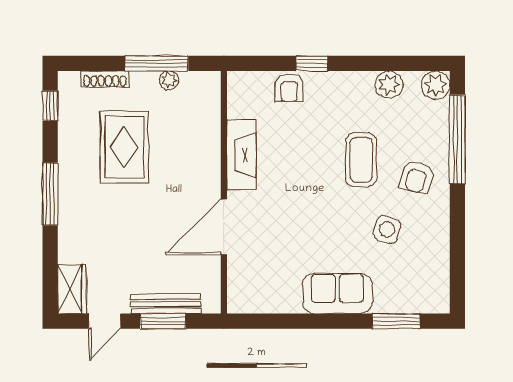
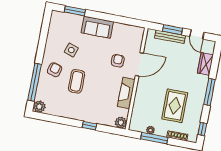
plant: (389, 85) -> (121, 123), moved
armchair: (289, 88) -> (118, 61), moved
wardrobe: (72, 289) -> (205, 64), moved
door: (105, 321) -> (197, 34), swing flipped

